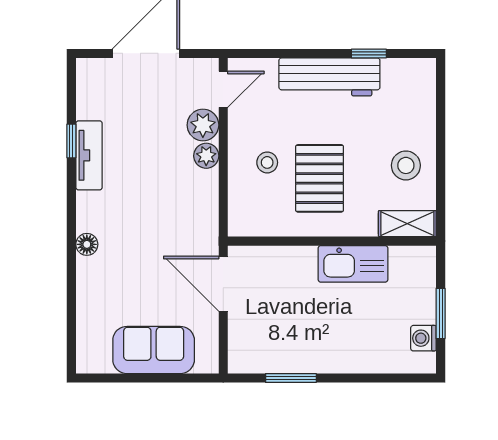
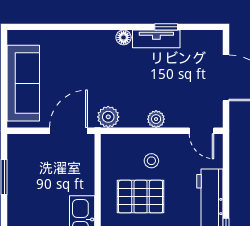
plant: (203, 125) -> (108, 117), moved
floor lamp: (87, 244) -> (124, 37), moved
sofa: (154, 350) -> (23, 83), width x1.36

